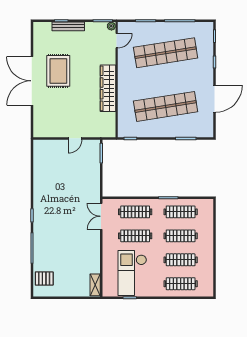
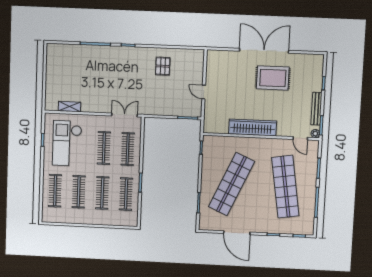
bench: (68, 26) -> (316, 109), moved
shop shelf: (166, 106) -> (231, 184), turned 33
checkout: (132, 273) -> (67, 143), turned -90
pallet: (44, 279) -> (163, 66), moved
shelving: (95, 285) -> (70, 107), moved

